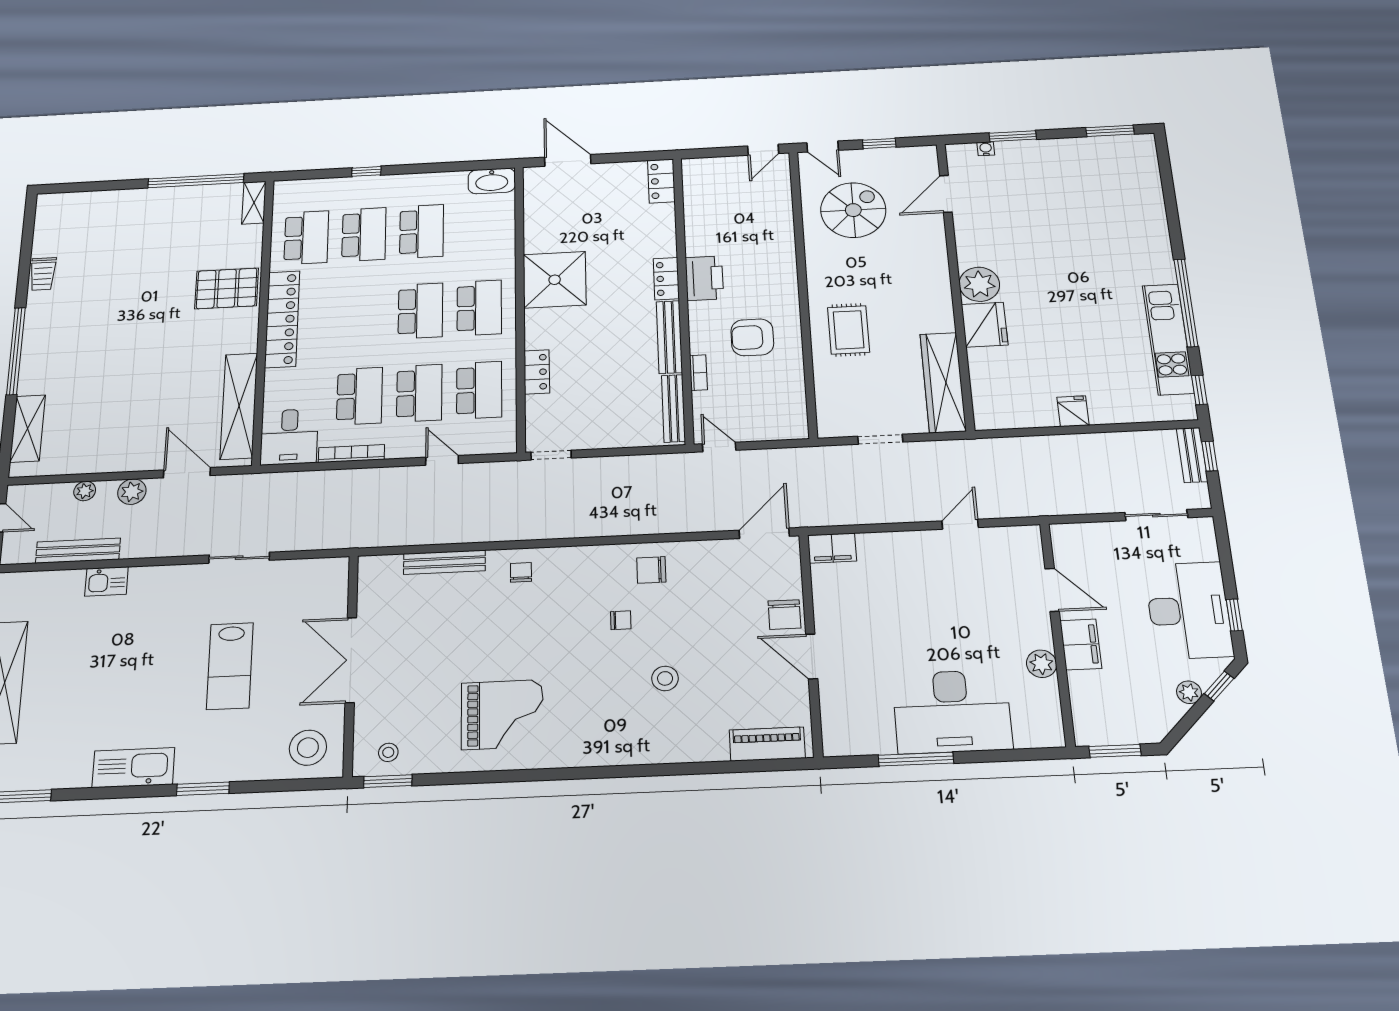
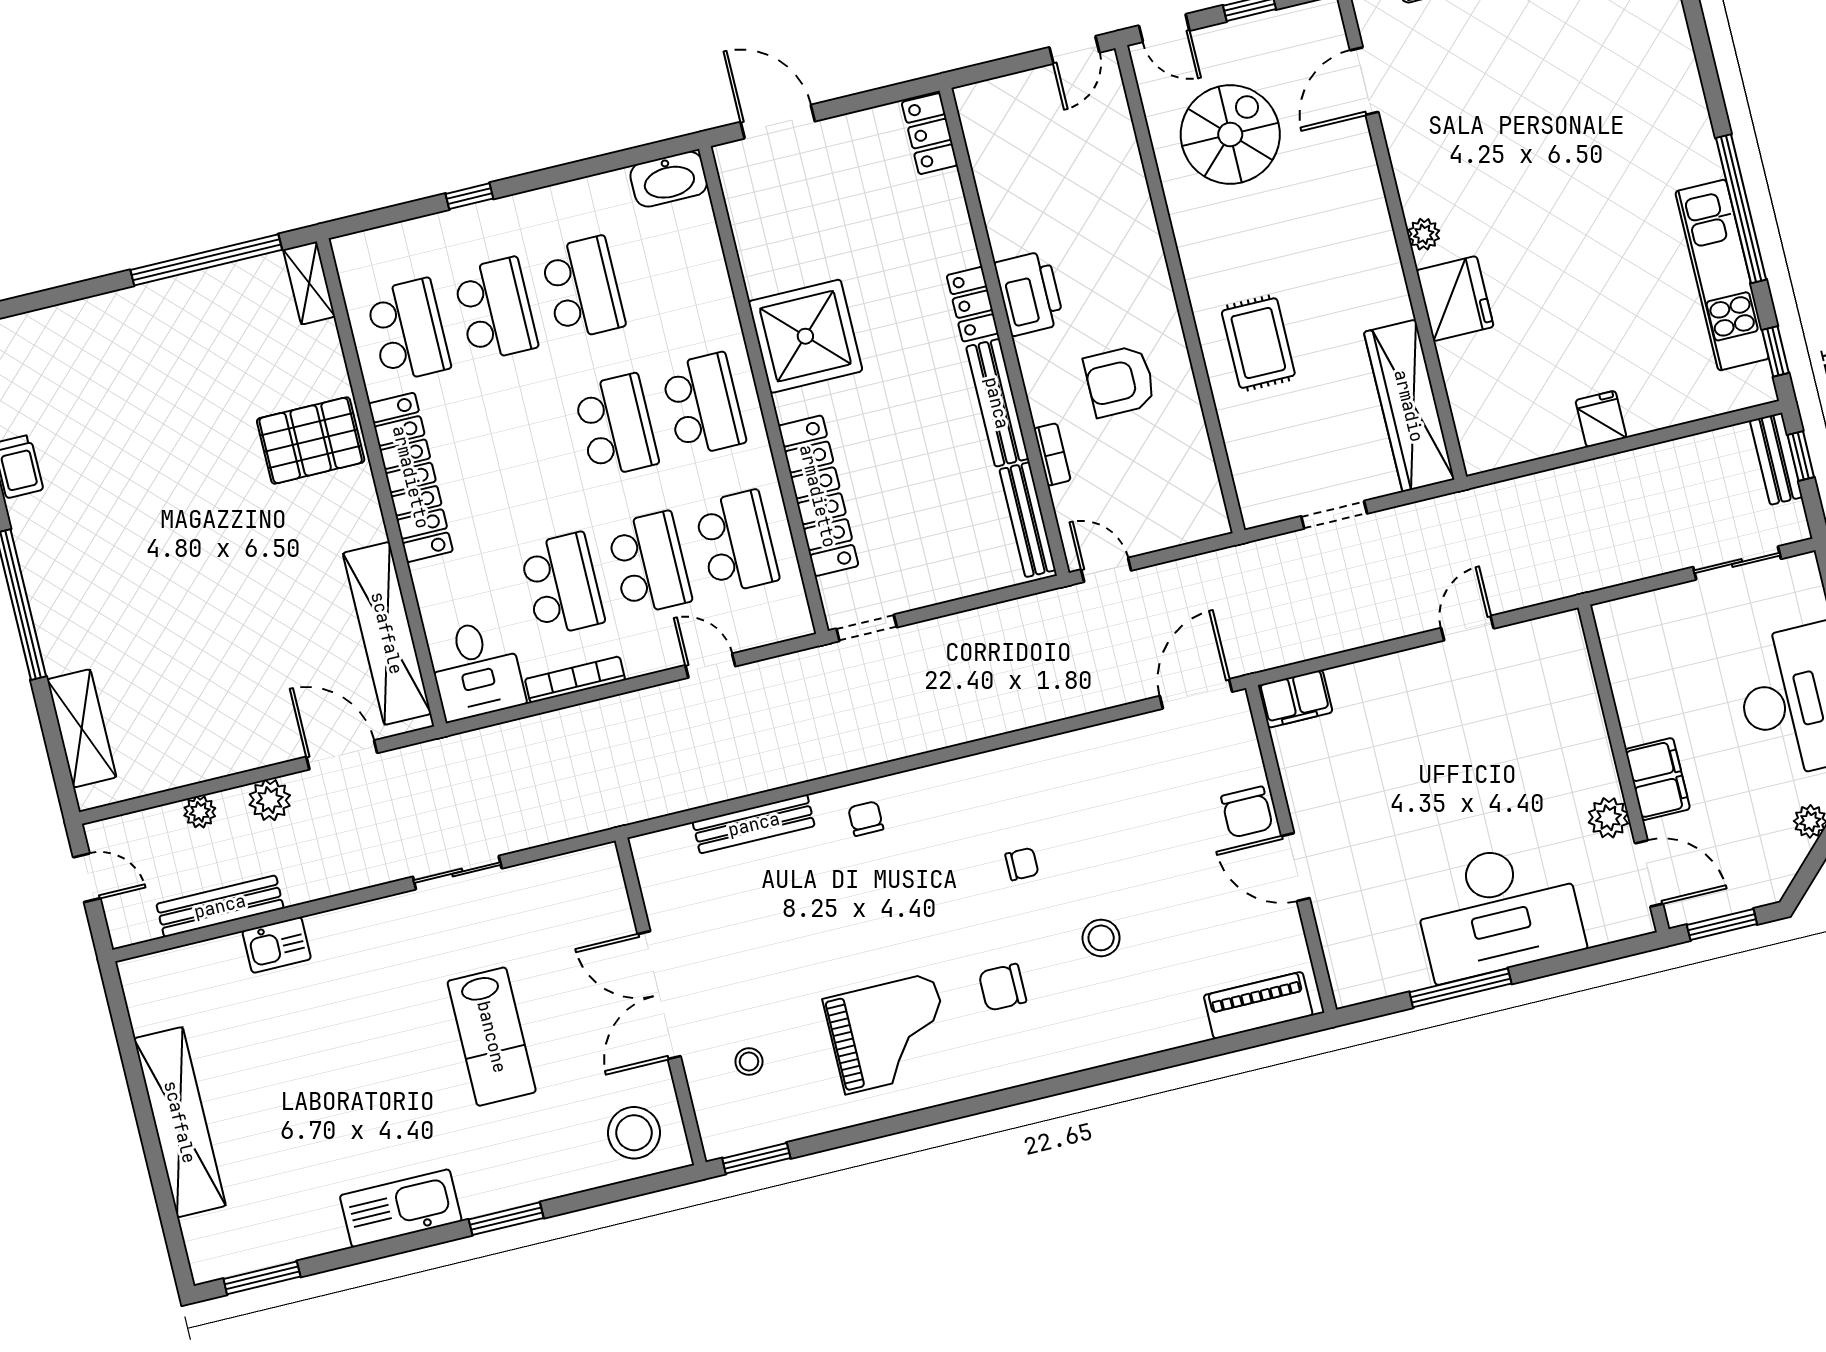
plant: (979, 284) -> (1424, 234), width x0.53, depth x0.53
locker: (537, 372) -> (818, 496), width x2.16, depth x1.21
chair: (651, 570) -> (1002, 987), moved
door: (1052, 590) -> (1649, 873), moved
stool: (388, 752) -> (749, 1062), moved

